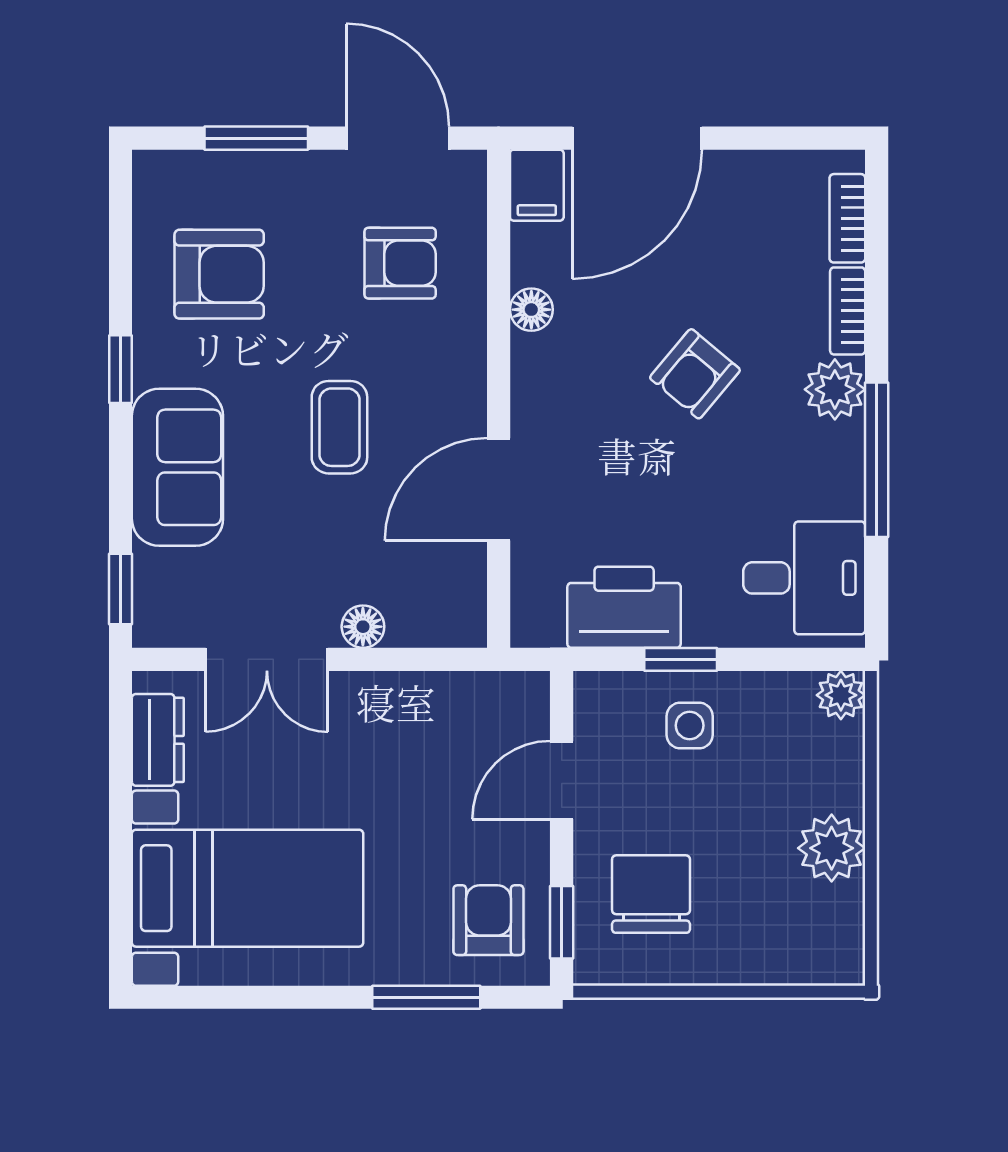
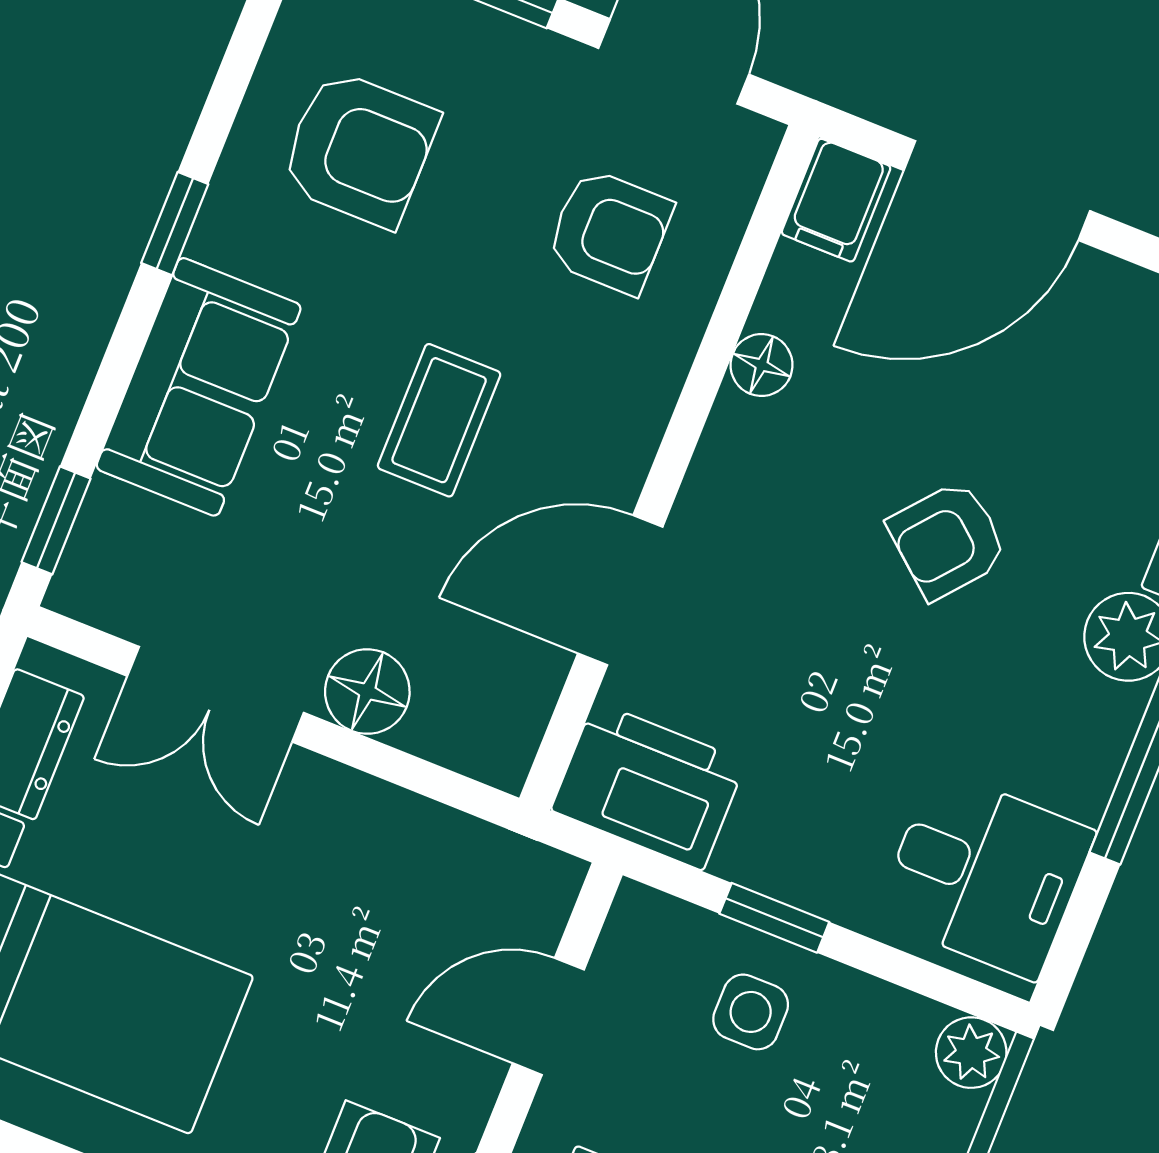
printer: (624, 607) -> (648, 786), moved
floor lamp: (363, 627) -> (367, 692), width x1.37, depth x1.37

